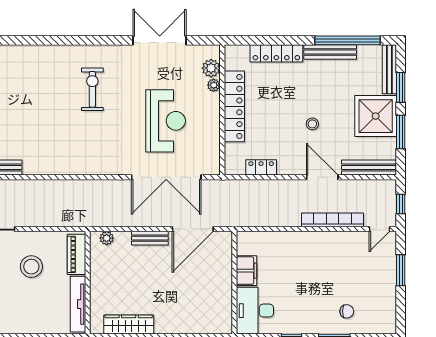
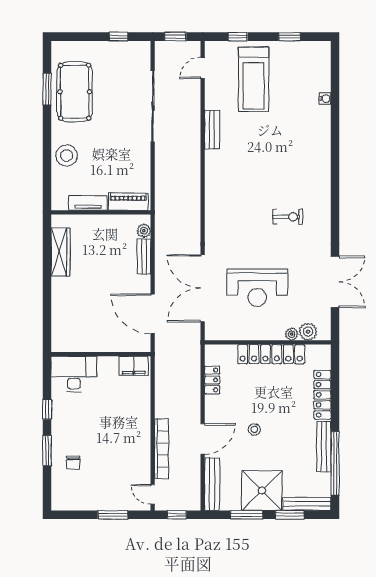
exercise bike: (92, 89) -> (288, 217), width x0.73, depth x0.72
bench: (150, 238) -> (144, 256), moved
stool: (31, 267) -> (67, 155), moved
filing cabinet: (246, 271) -> (134, 366), moved
tv unit: (78, 304) -> (88, 203), width x0.71

